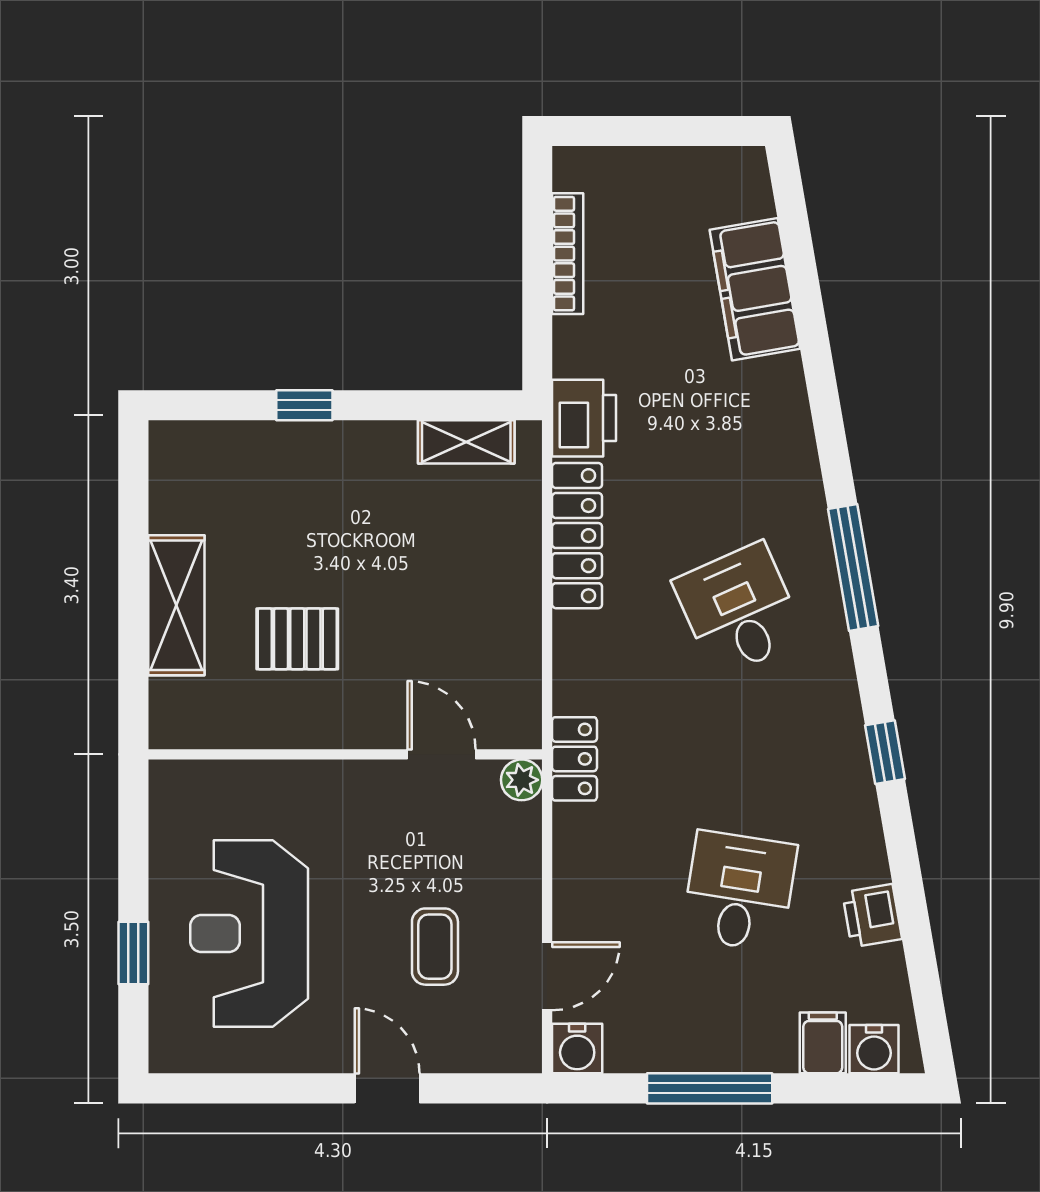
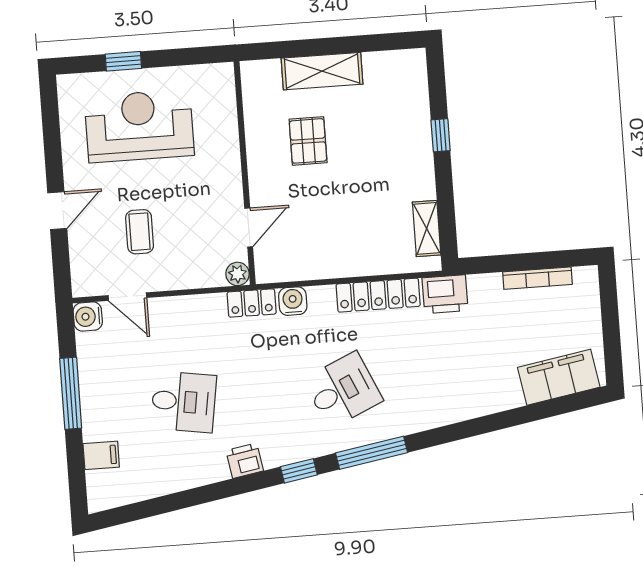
filing cabinet: (755, 289) -> (559, 377), moved
window: (885, 752) -> (299, 471), moved
printer: (872, 916) -> (245, 461), moved
coffee table: (435, 947) -> (140, 232), turned 90
water cooler: (874, 1049) -> (293, 301), moved, turned 90

